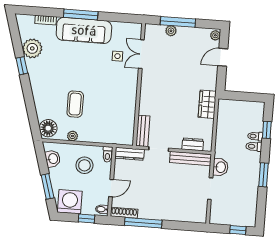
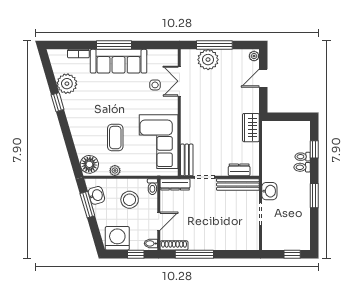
plant: (171, 31) -> (208, 60), width x1.88, depth x1.88
corner sofa: (117, 111) -> (159, 142), added
window: (48, 186) -> (87, 205), moved

